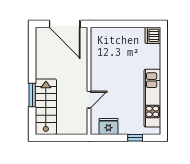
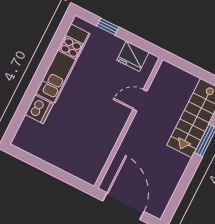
dishwasher: (153, 35) -> (39, 109), moved

